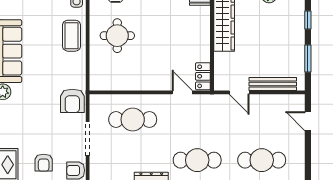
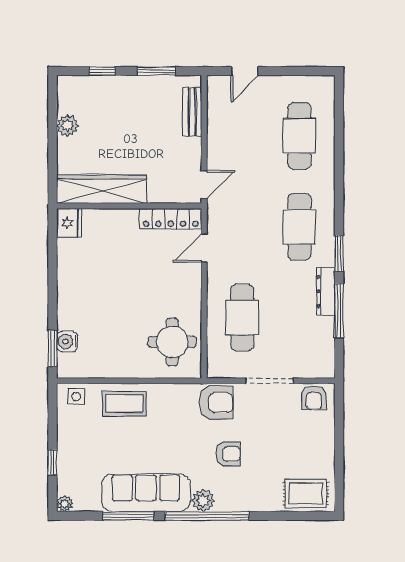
round table: (117, 36) -> (172, 342), moved
locker: (203, 76) -> (171, 219), width x1.53
bench: (273, 84) -> (192, 112), width x0.73
door: (239, 92) -> (204, 185), moved
armchair: (44, 163) -> (228, 454), moved

